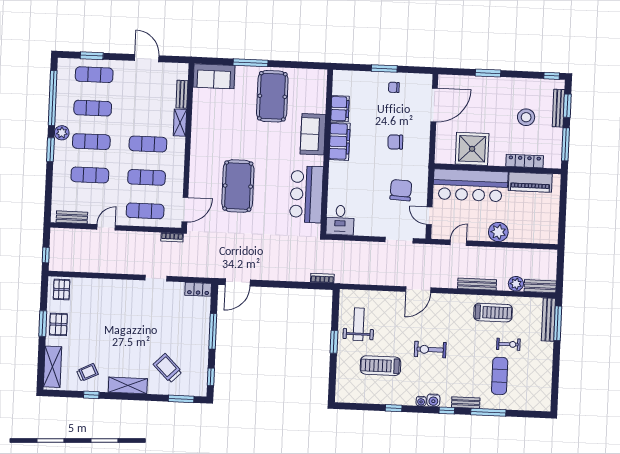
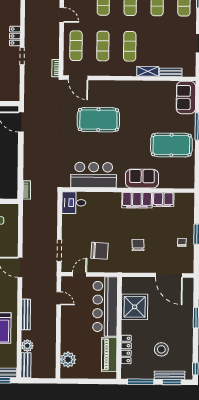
plant: (498, 232) -> (68, 360), moved
locker: (198, 289) -> (15, 36), moved

